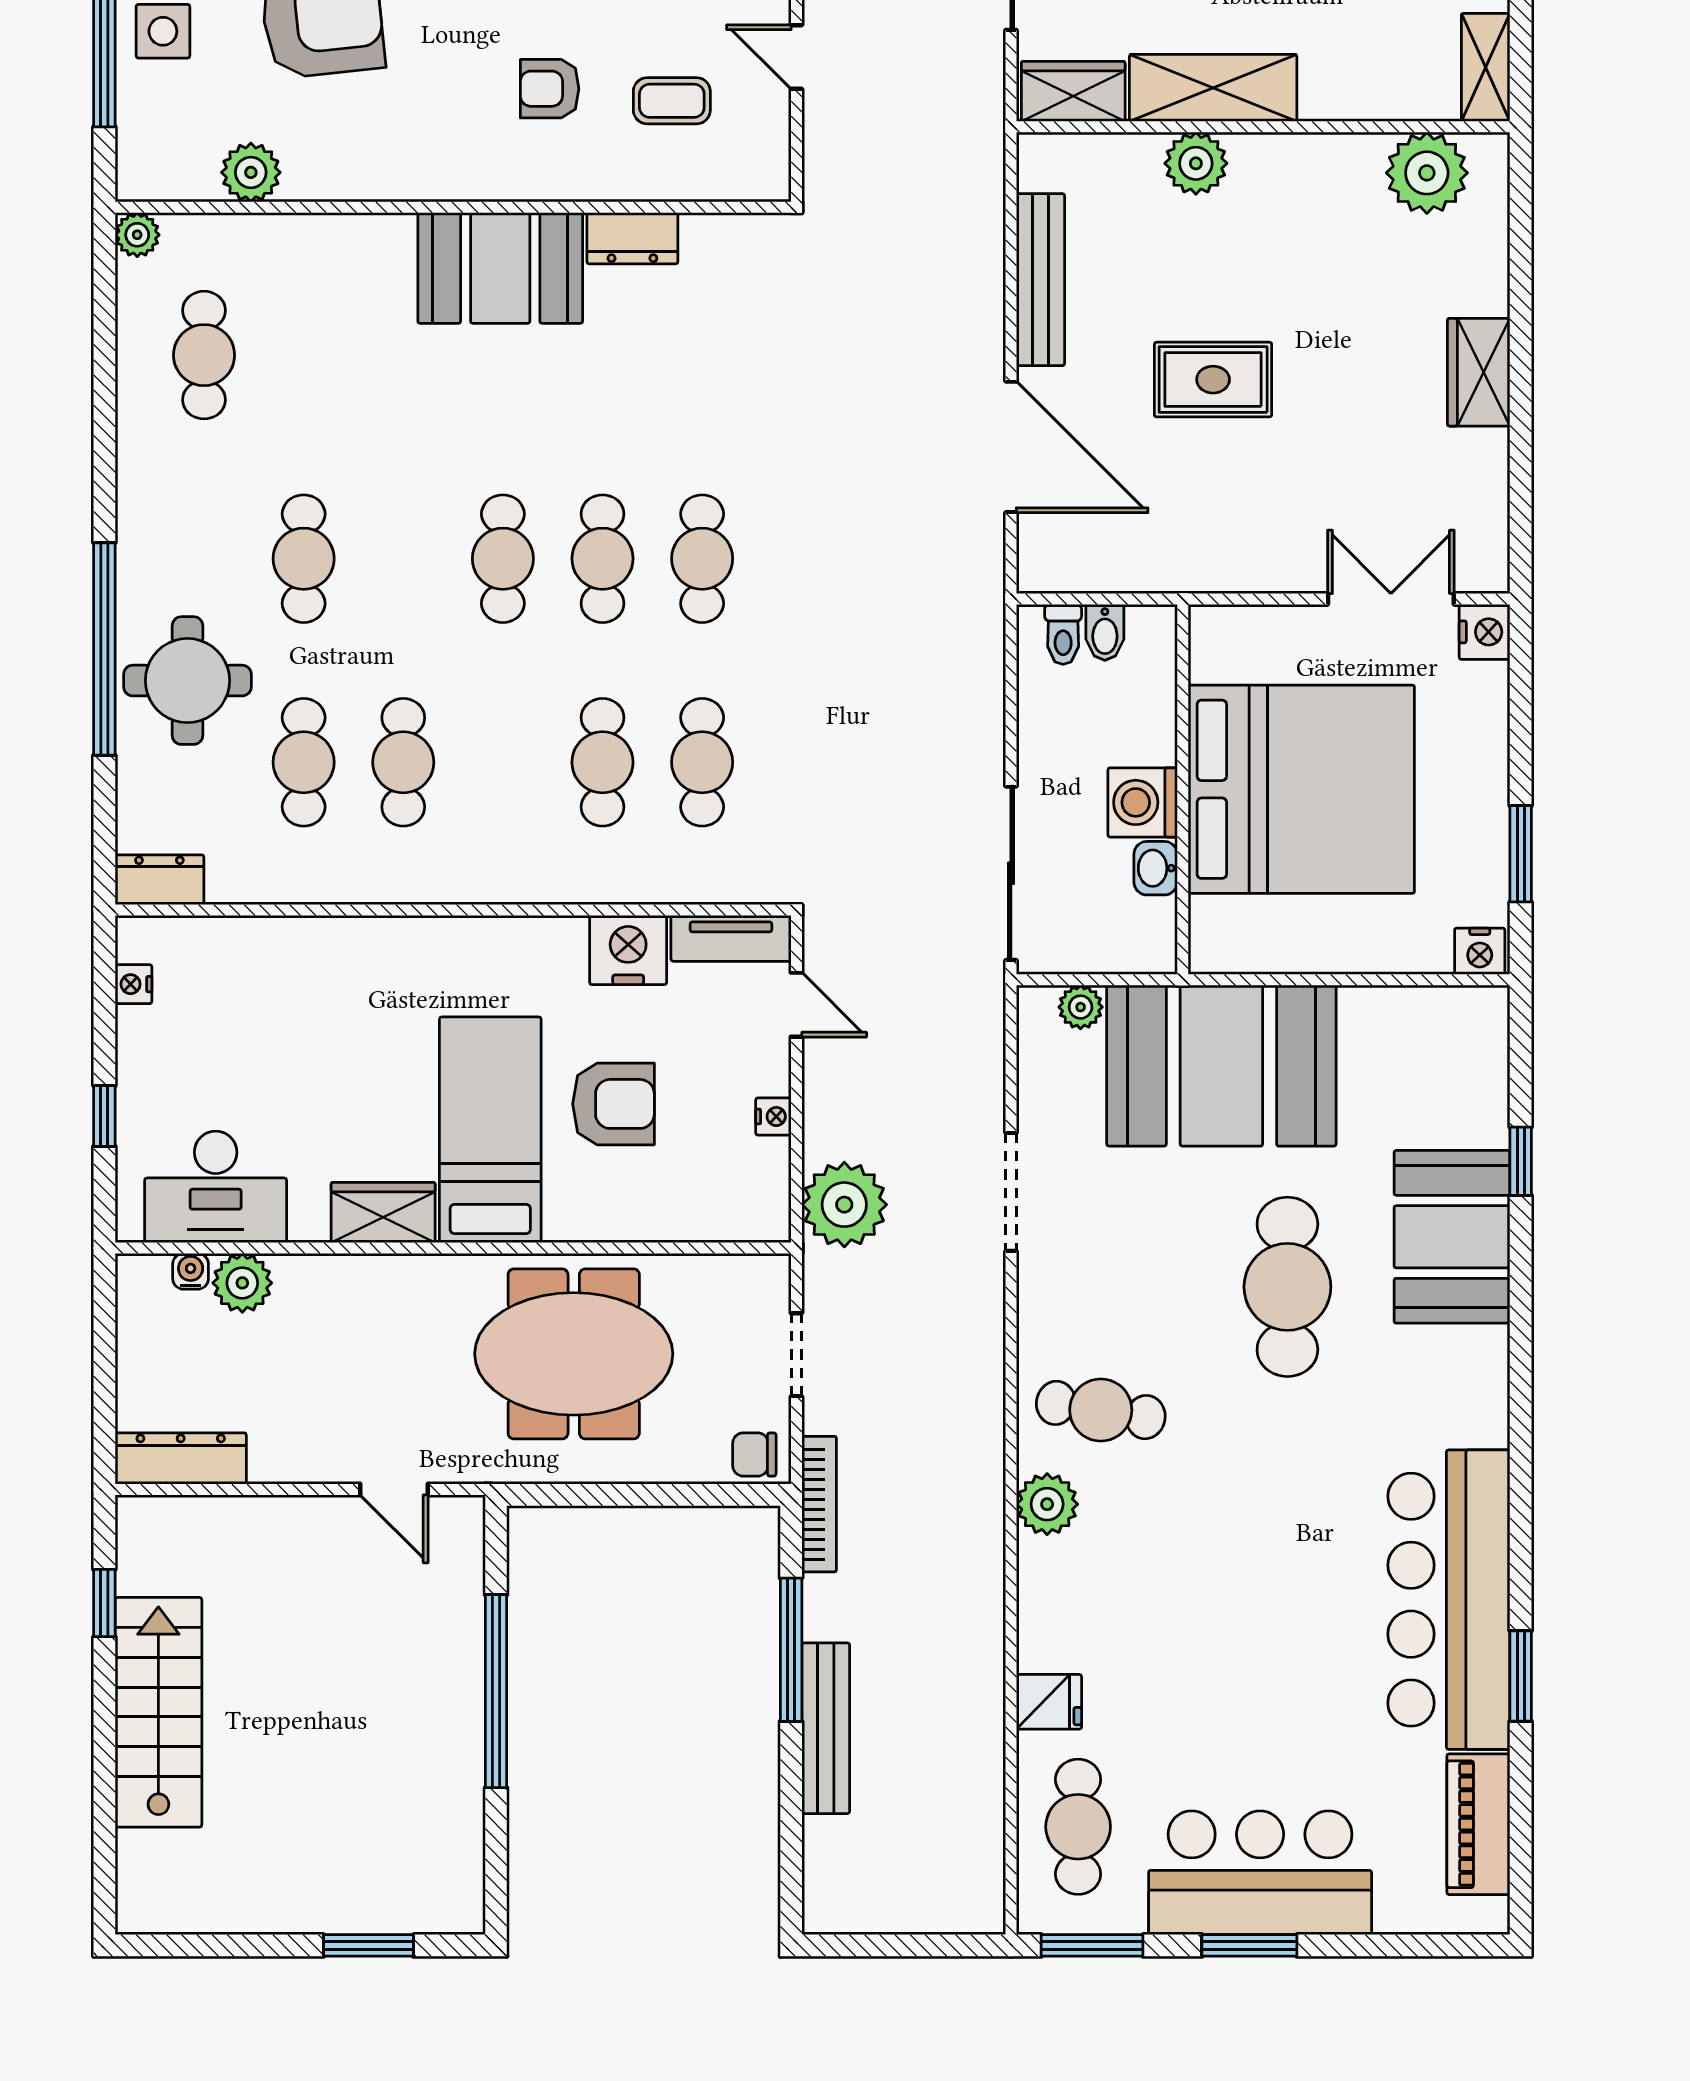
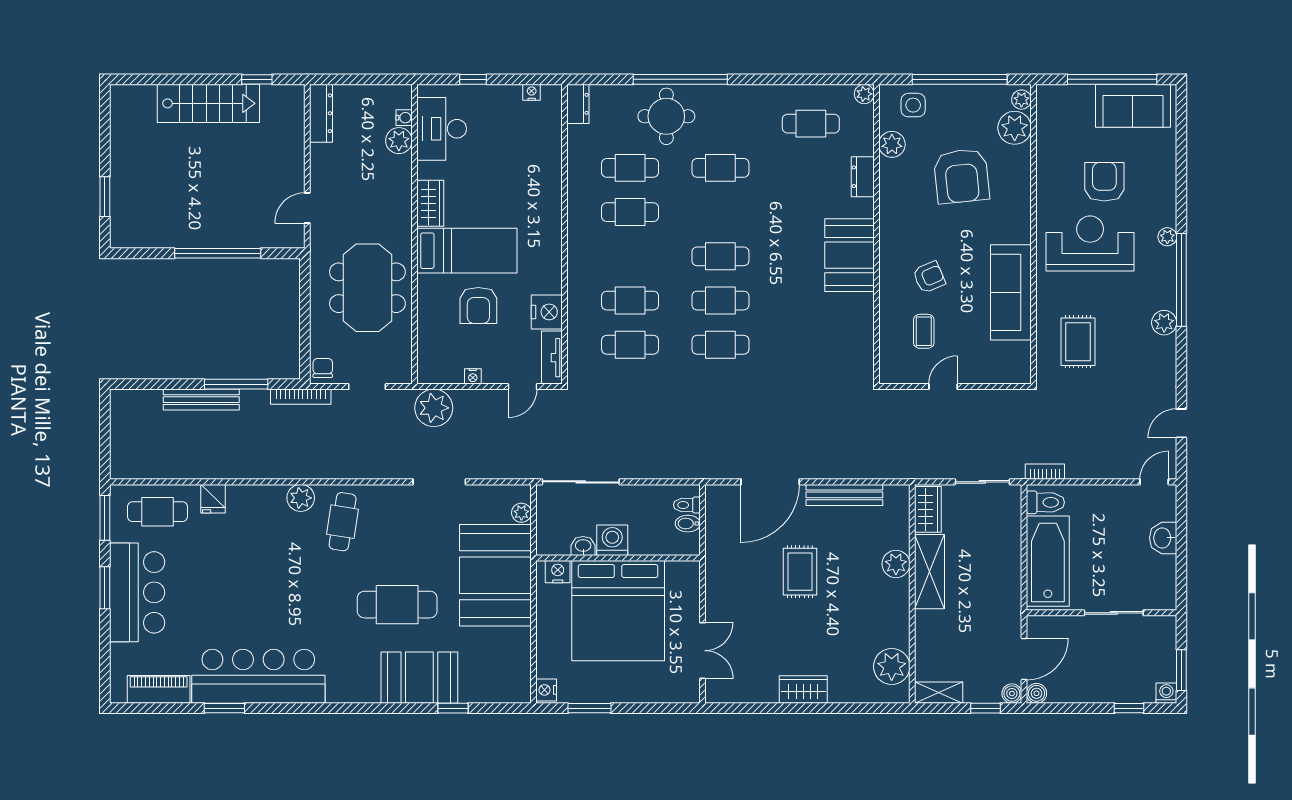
side table: (163, 31) -> (913, 105), moved
armchair: (550, 89) -> (929, 277), turned 67
dresser: (632, 238) -> (863, 177), moved
nightstand: (1485, 632) -> (558, 572), moved, turned 180

